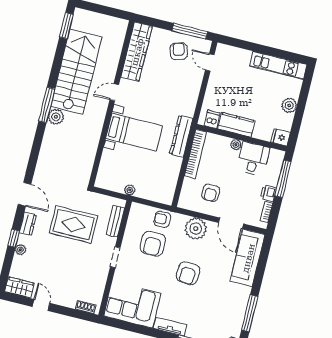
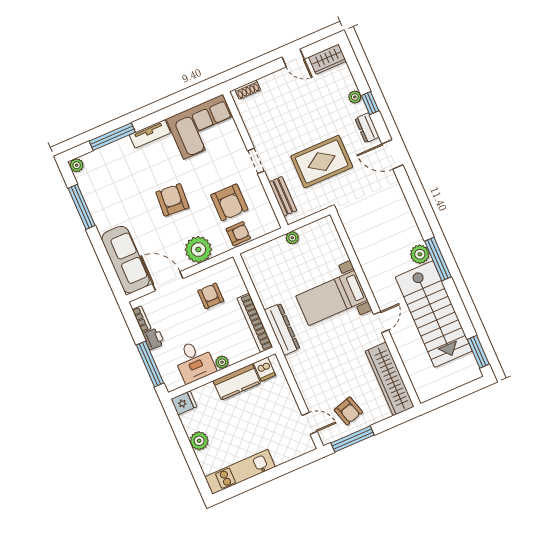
armchair: (153, 244) -> (229, 202), turned 180

